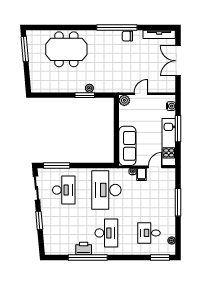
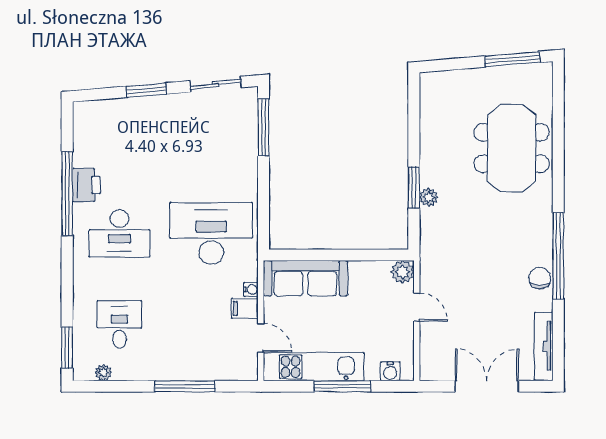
desk: (64, 190) -> (211, 142), removed

